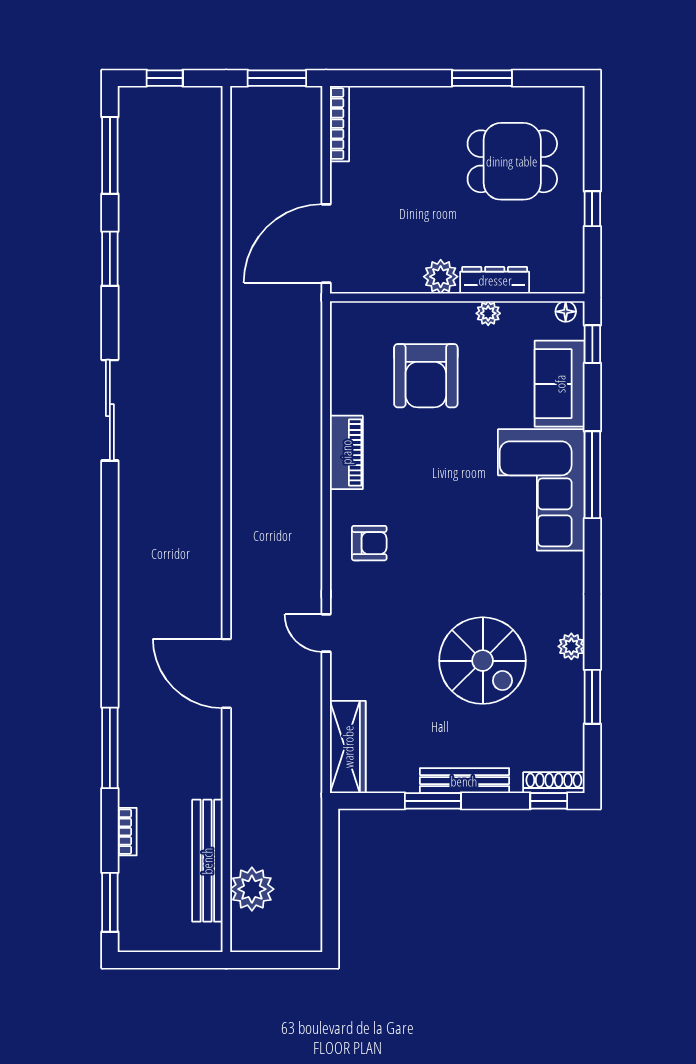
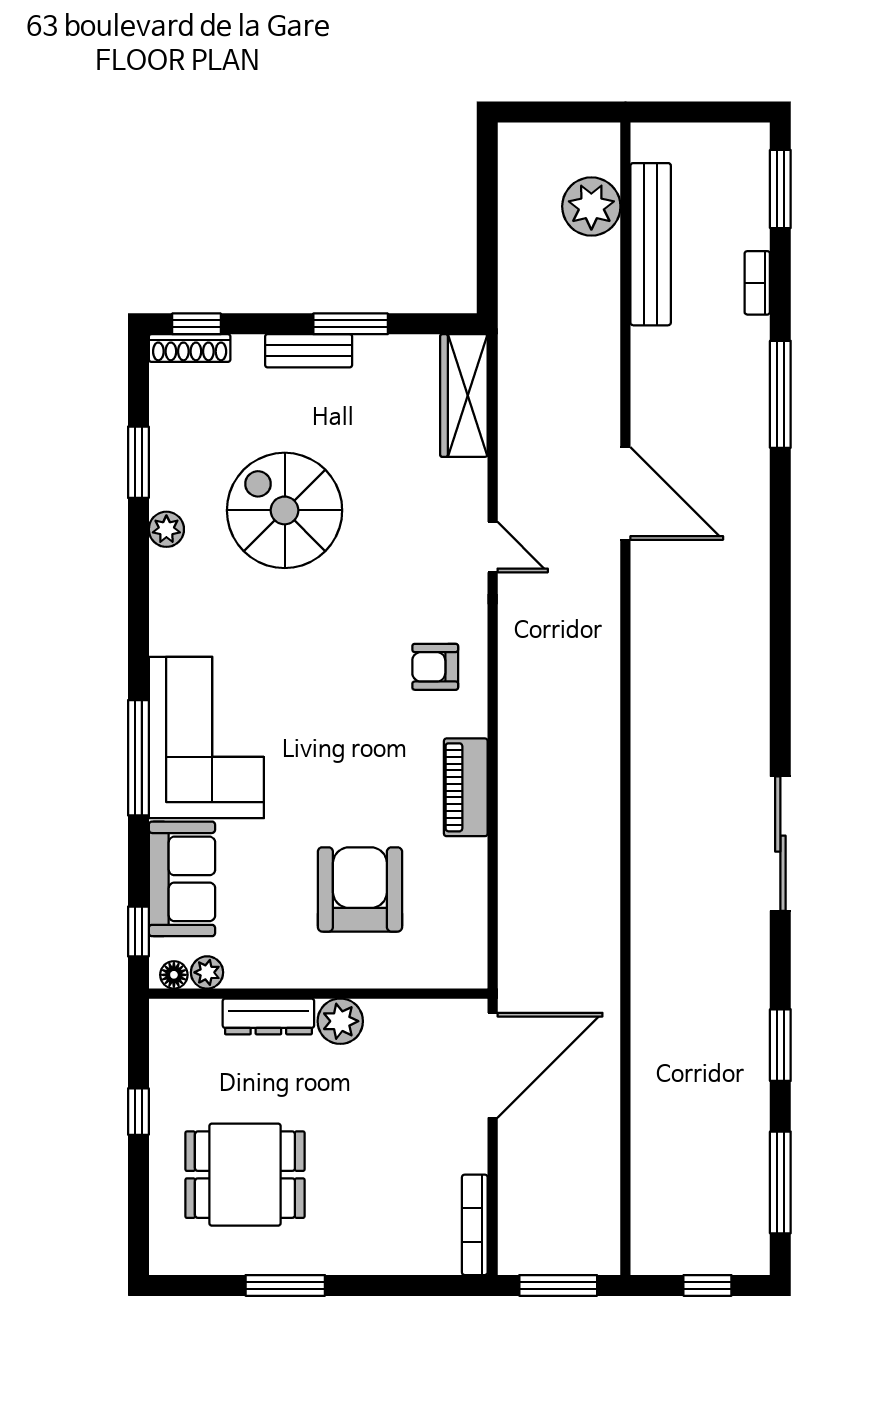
plant: (488, 313) -> (207, 972), moved
bench: (464, 781) -> (309, 351), width x0.73

